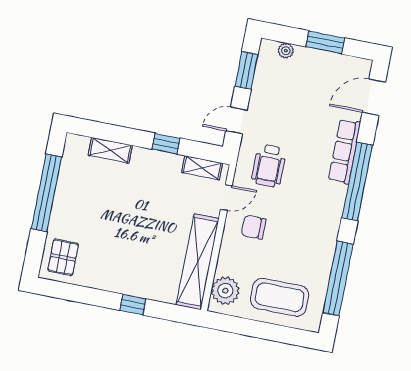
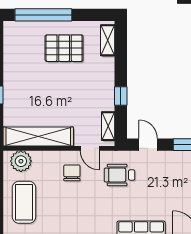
shelving: (110, 150) -> (108, 40), moved
window: (46, 193) -> (43, 15), moved
pallet: (63, 257) -> (64, 48), moved, width x1.50, depth x1.42

